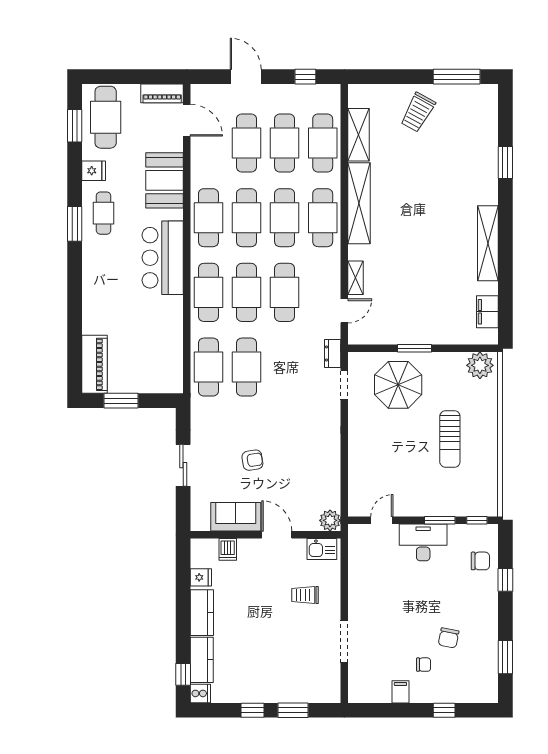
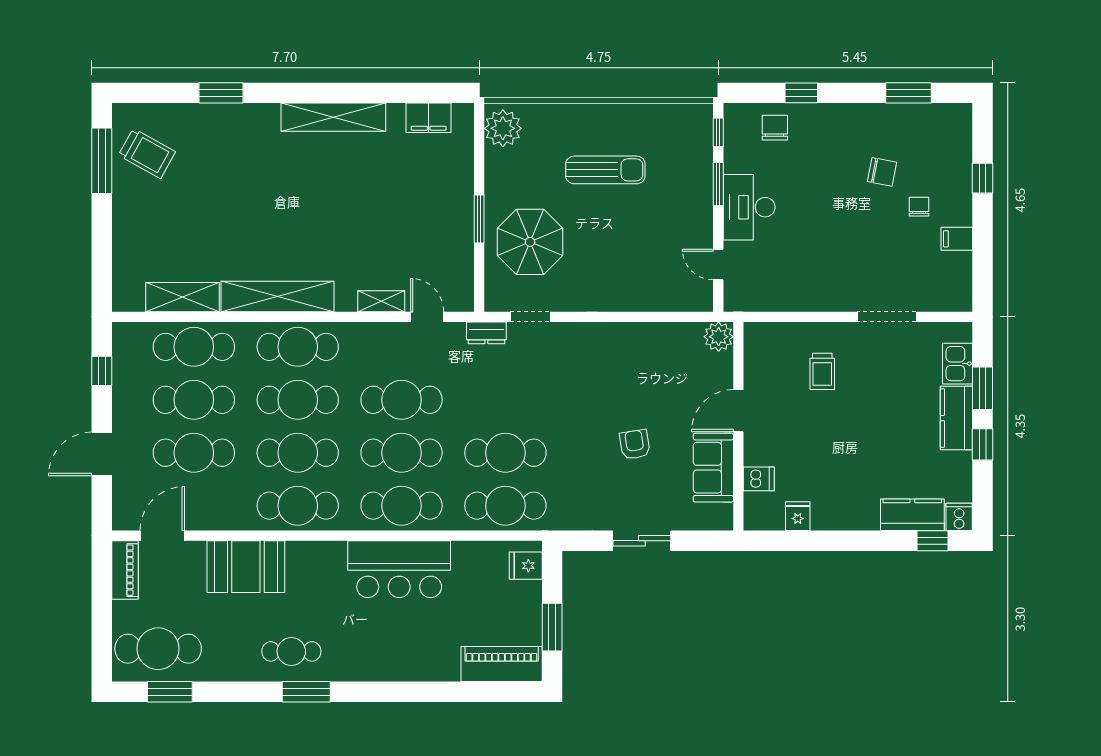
trolley: (418, 112) -> (147, 153), moved
fridge: (94, 171) -> (526, 566), moved, turned -90
bar counter: (163, 258) -> (399, 569), moved
kitchen sink: (322, 549) -> (958, 364), moved, turned 180
kitchen counter: (202, 613) -> (956, 418), moved, turned -90

